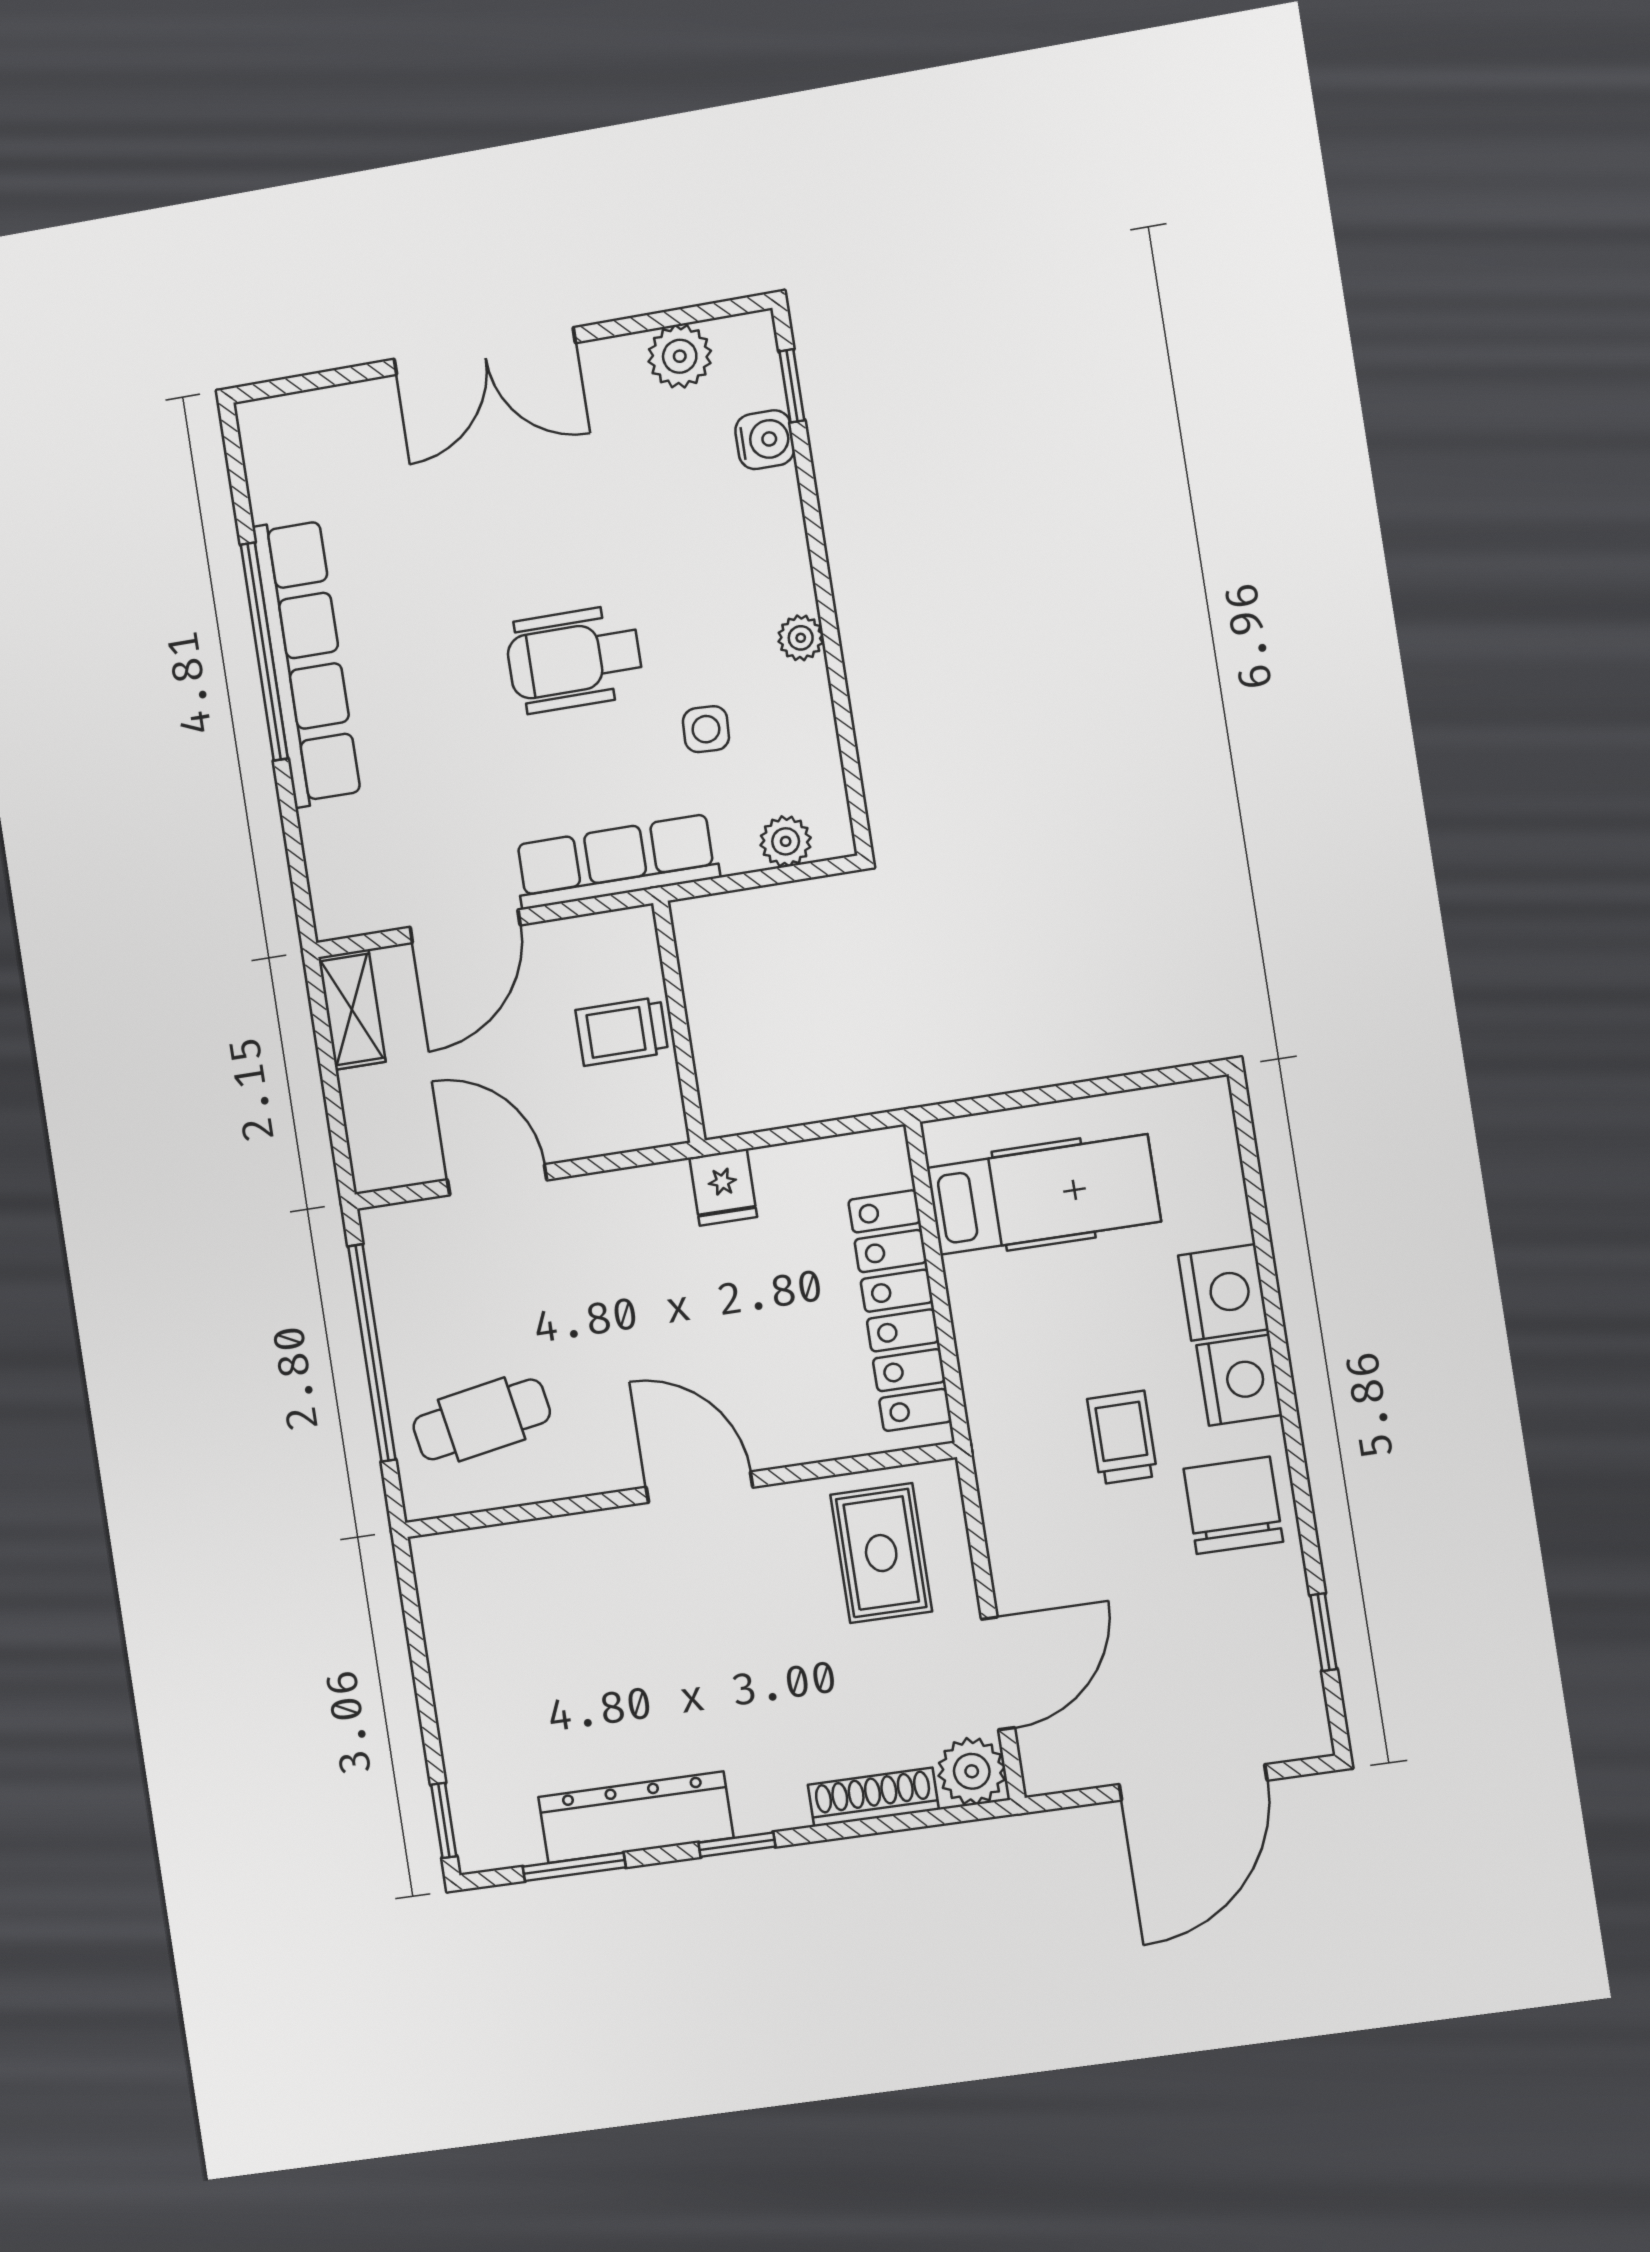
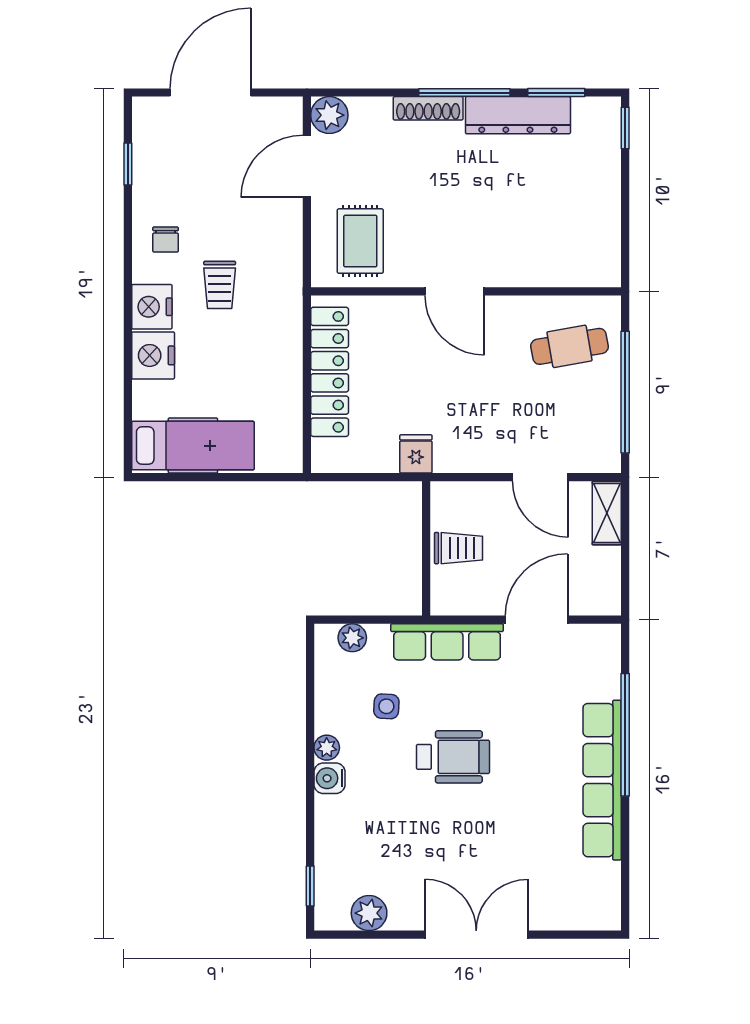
water cooler: (765, 440) -> (330, 778), moved
window: (264, 651) -> (625, 735), moved
shelving: (352, 1009) -> (607, 513), moved
hospital bed: (1044, 1195) -> (193, 446), moved, turned 180
chair: (1233, 1505) -> (166, 240), width x0.54, depth x0.54
shoe rack: (873, 1797) -> (428, 108), moved
window: (737, 1845) -> (464, 93), width x2.17

